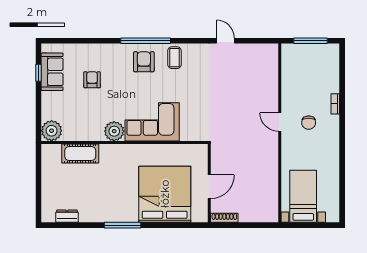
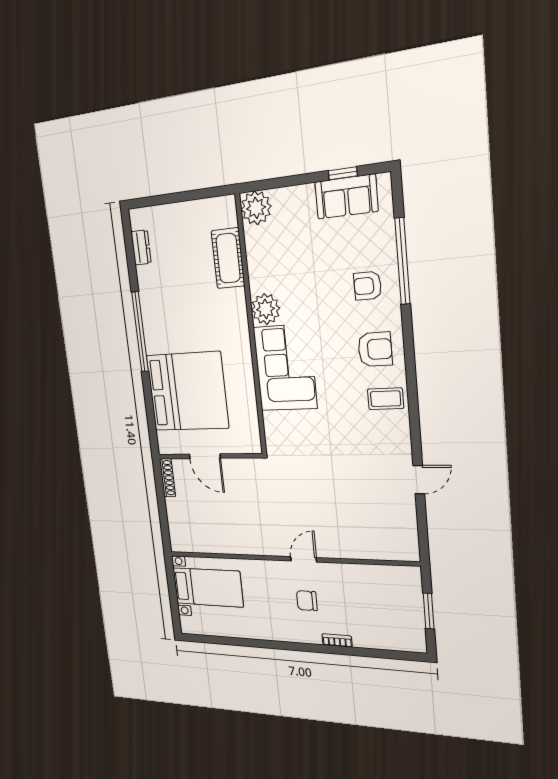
window: (146, 41) -> (402, 261), moved
window: (311, 41) -> (429, 611), width x0.69
armchair: (92, 80) -> (368, 286), moved, turned 180
window: (122, 225) -> (140, 332), width x1.46

